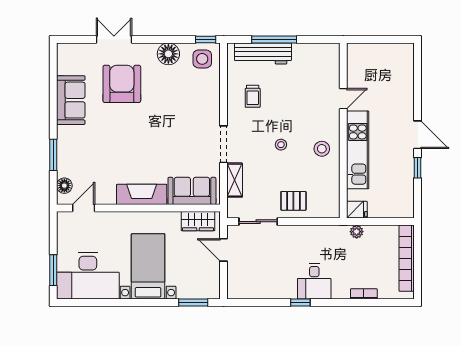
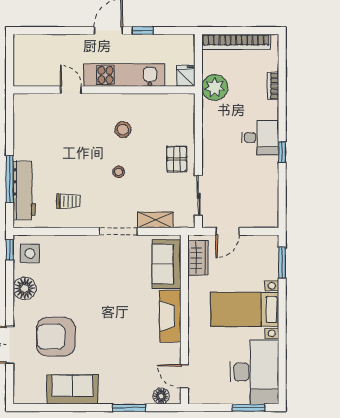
door: (343, 99) -> (71, 90), moved
wall: (343, 131) -> (104, 90), moved
kitchen unit: (358, 150) -> (124, 75), moved
fridge: (357, 210) -> (186, 76), moved
plant: (357, 232) -> (215, 88), width x1.87, depth x1.87

